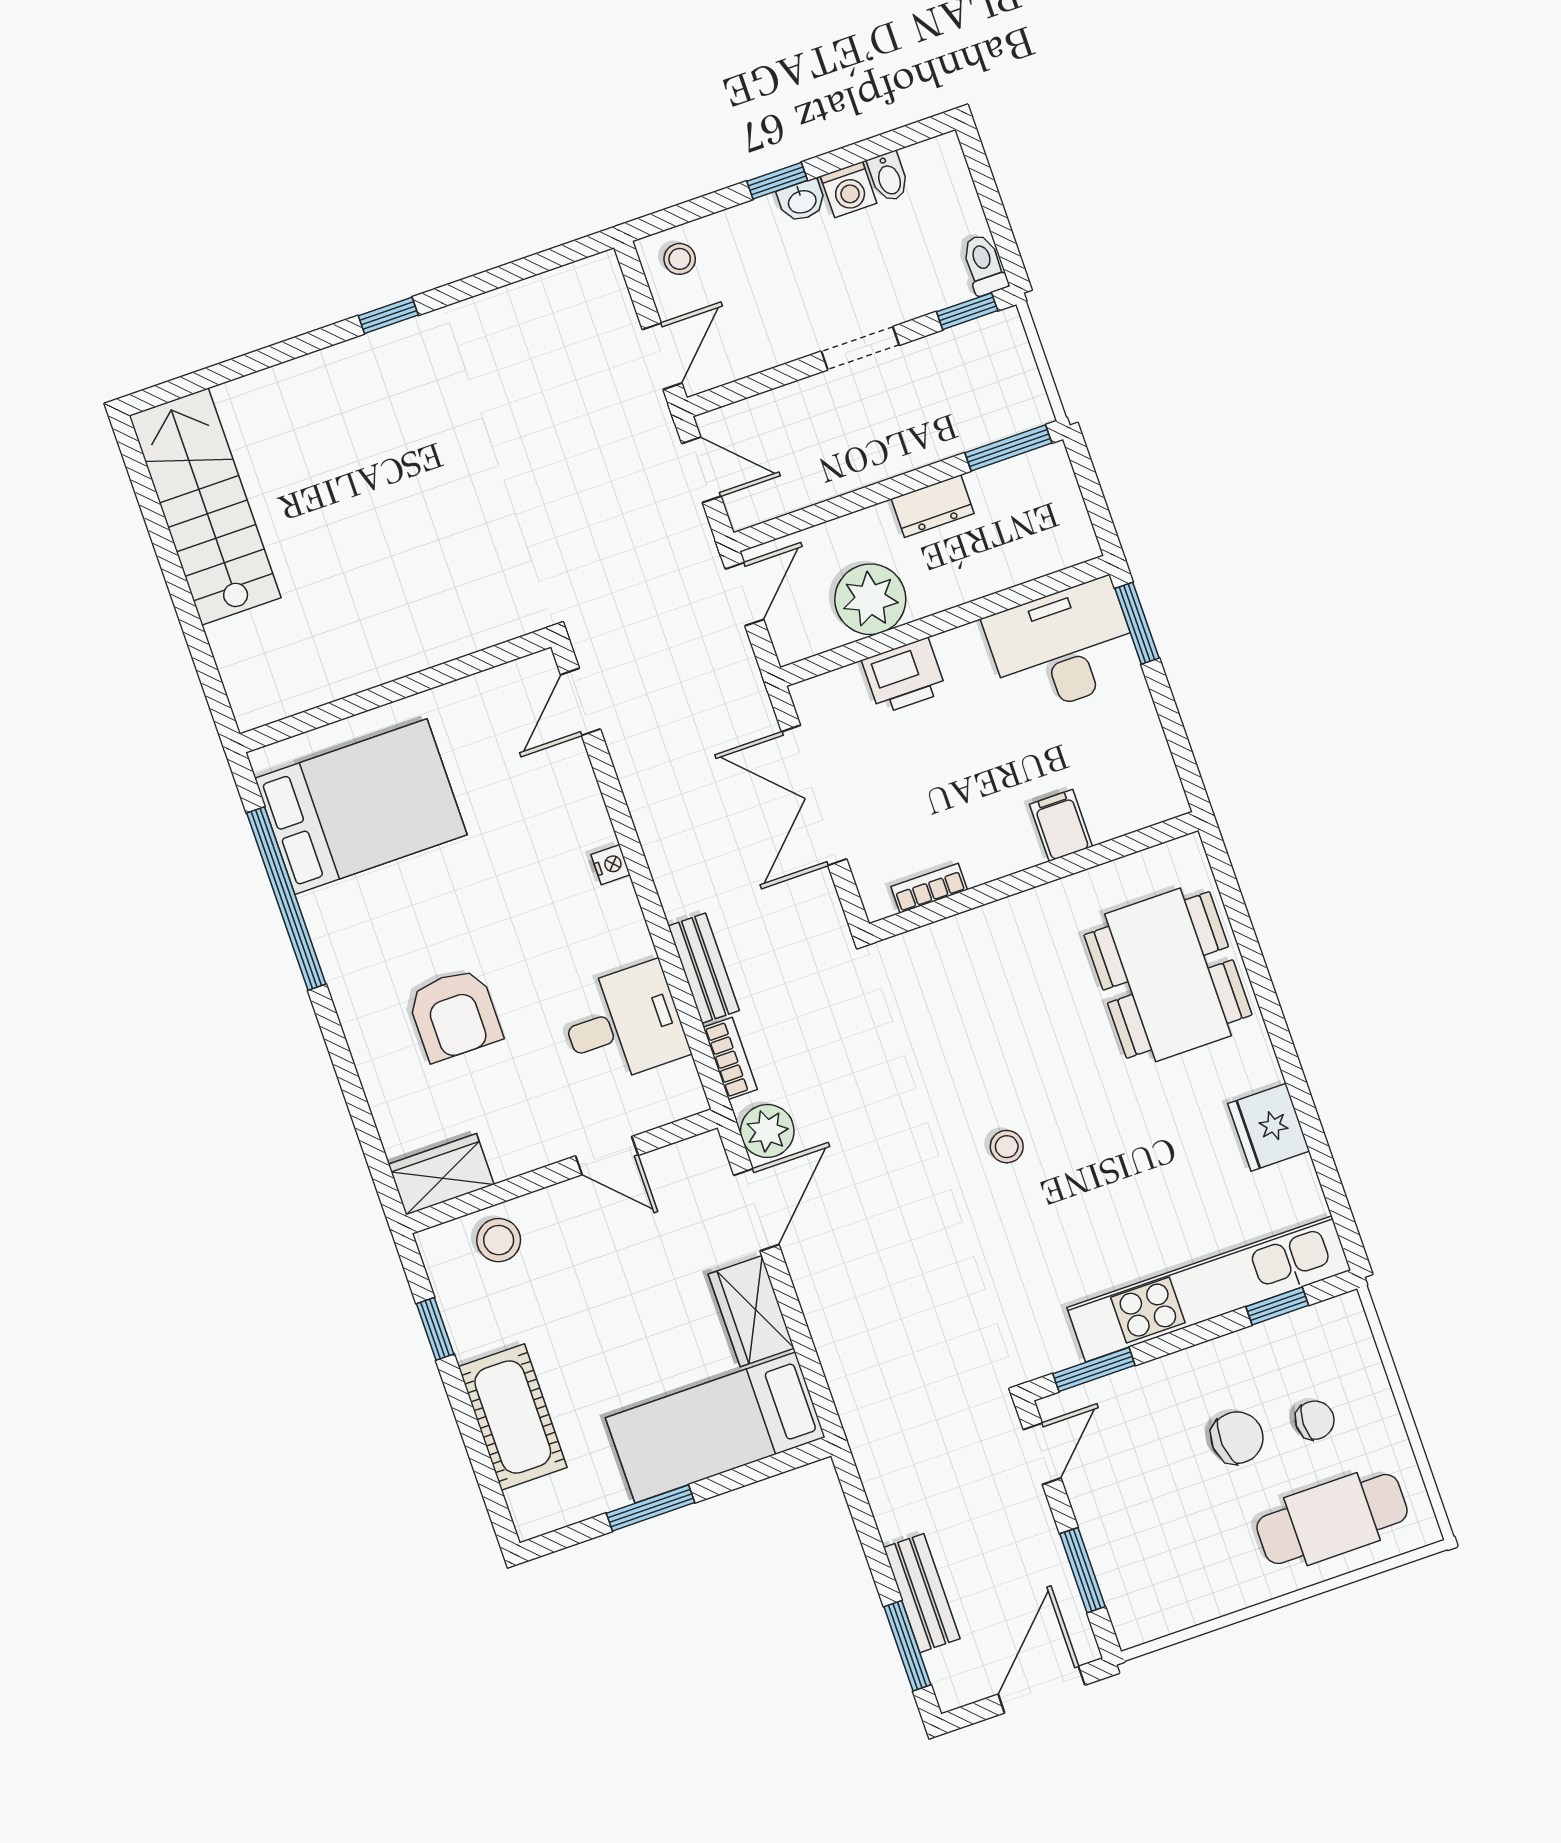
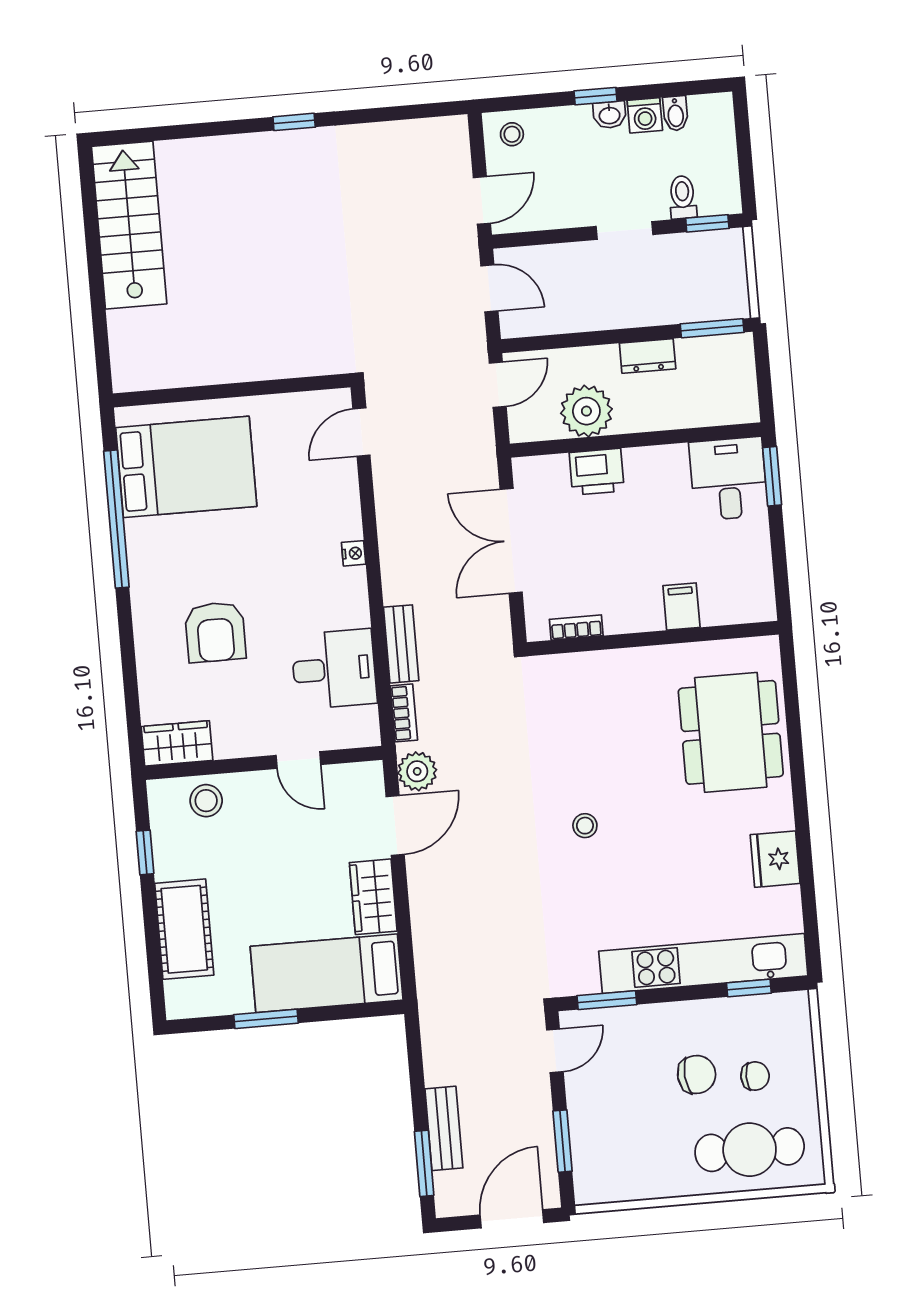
toilet: (984, 265) -> (683, 197), moved
desk: (1063, 647) -> (728, 479), width x0.73

